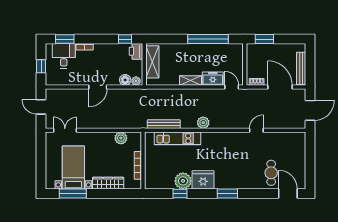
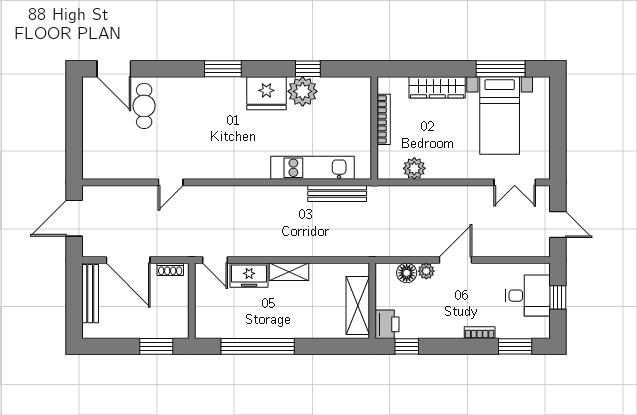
desk: (64, 56) -> (528, 296), moved, turned -90
plant: (136, 81) -> (426, 271), moved
plant: (203, 123) -> (266, 196), removed

